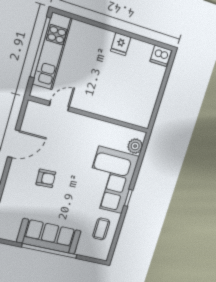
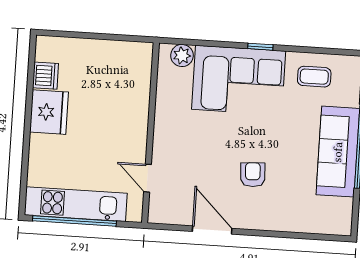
fridge: (121, 44) -> (49, 112), width x1.88, depth x1.34
dishwasher: (161, 56) -> (45, 76), moved

